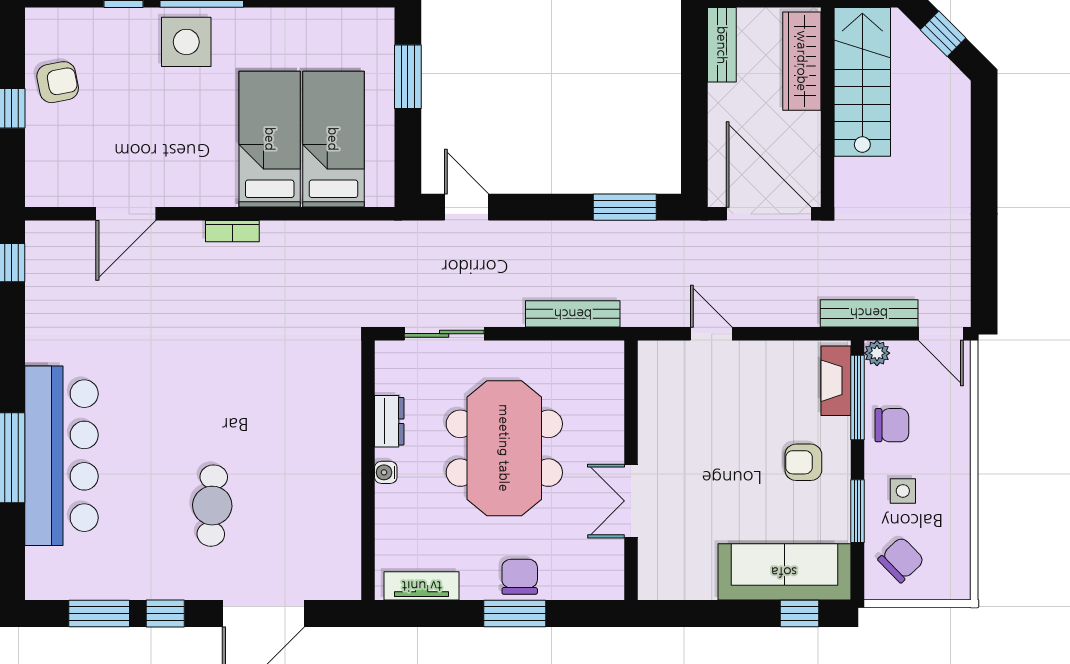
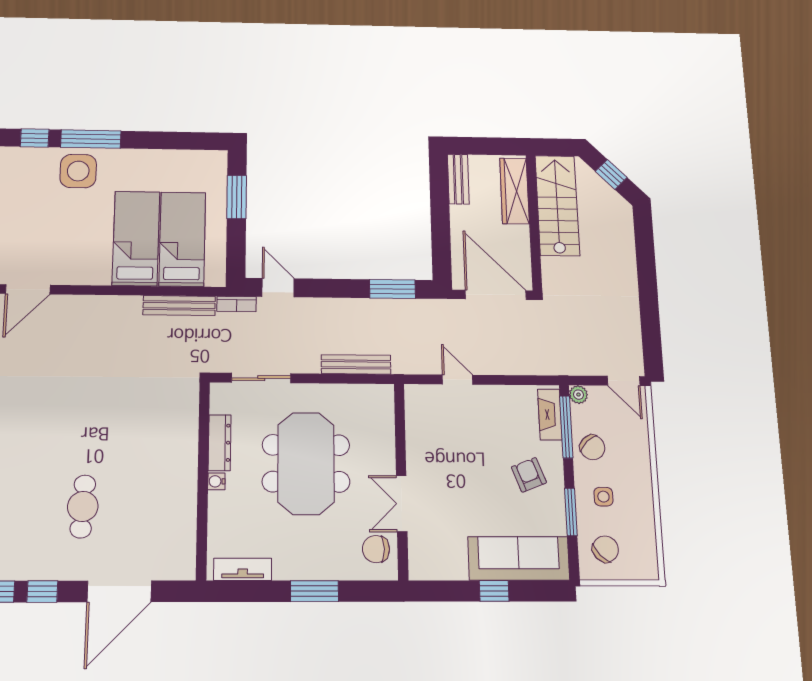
bookcase: (232, 231) -> (236, 304), moved
bench: (869, 313) -> (179, 306), moved
dresser: (389, 421) -> (220, 443), width x1.44
chair: (892, 425) -> (592, 447), turned 47
armchair: (803, 462) -> (529, 475), turned 69
chair: (520, 577) -> (376, 549), moved, turned -90
window: (800, 613) -> (494, 591), moved

